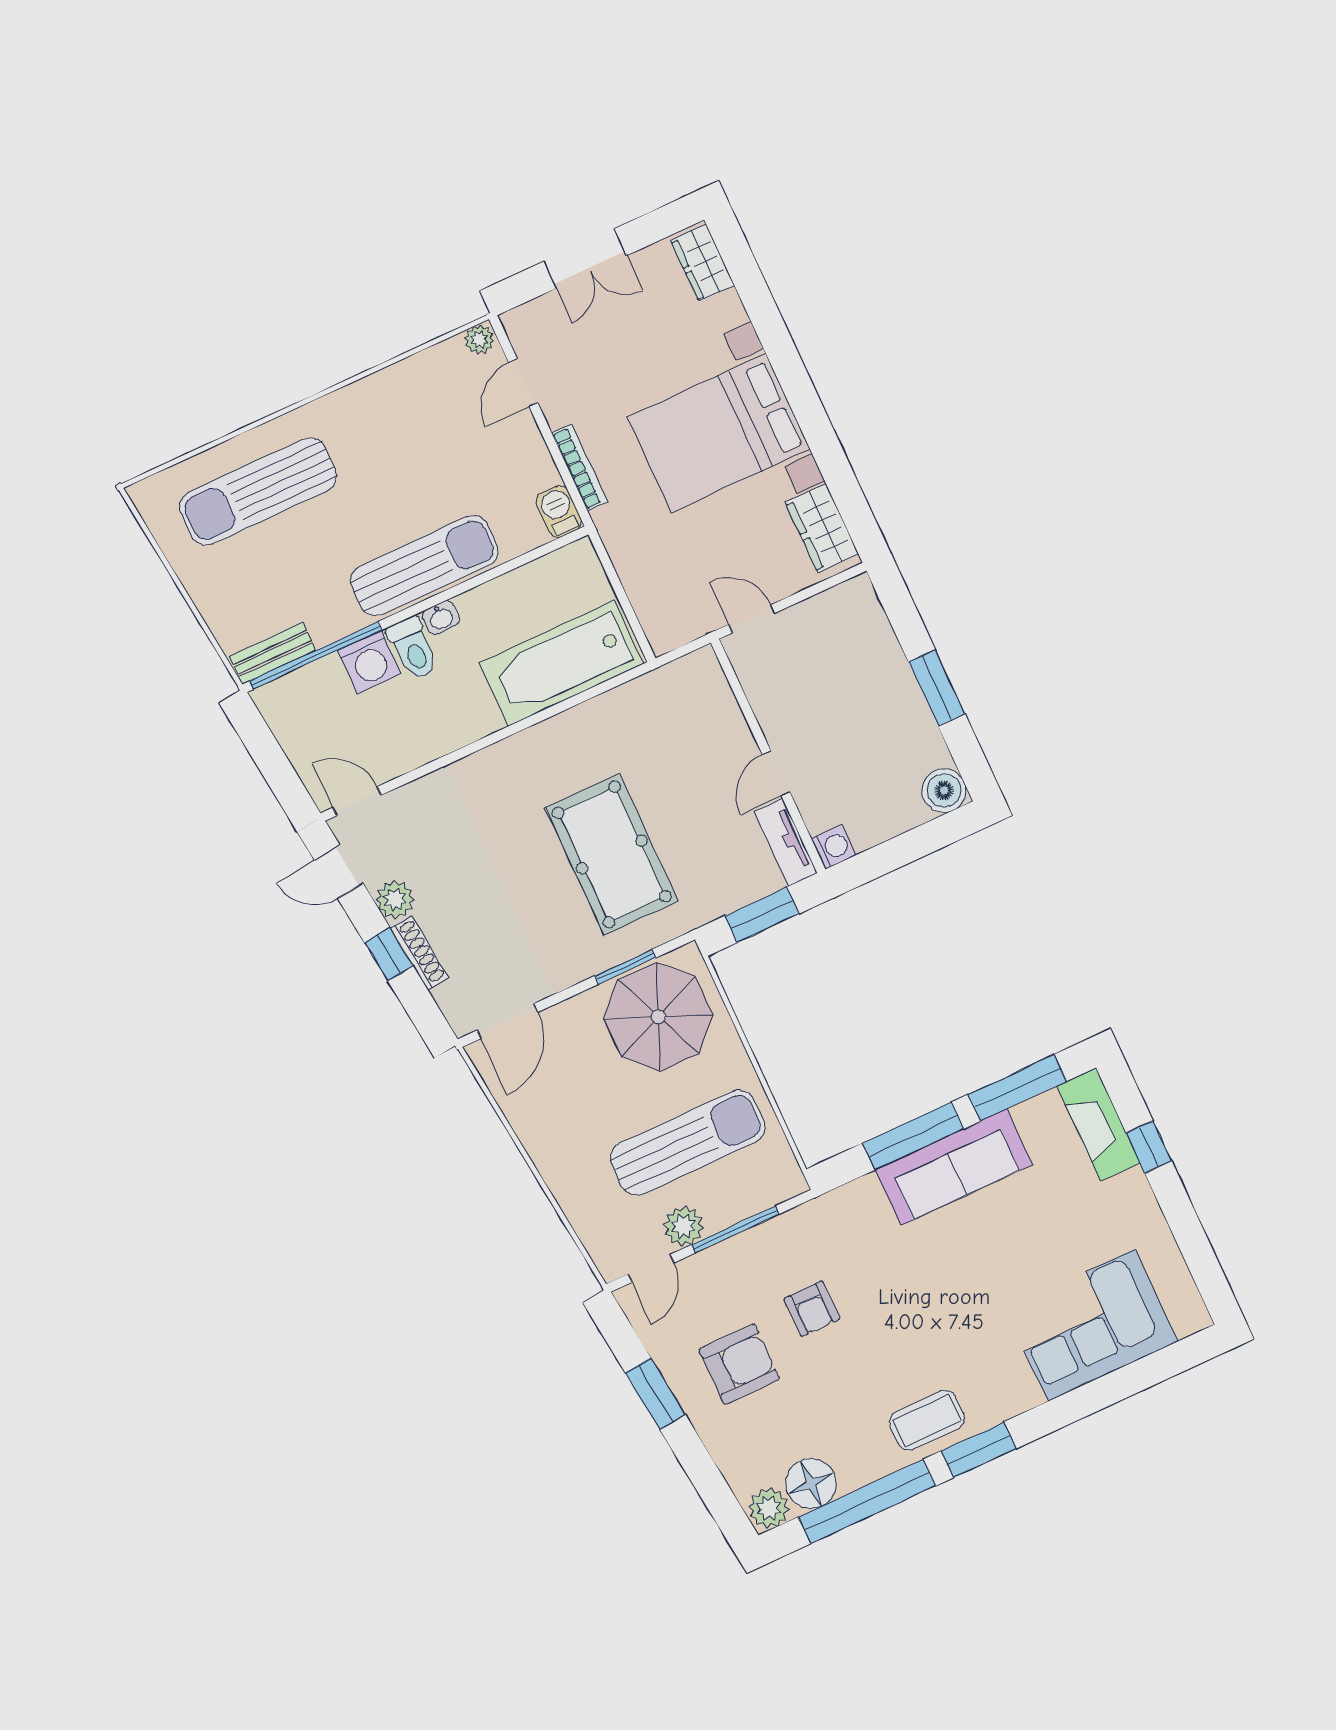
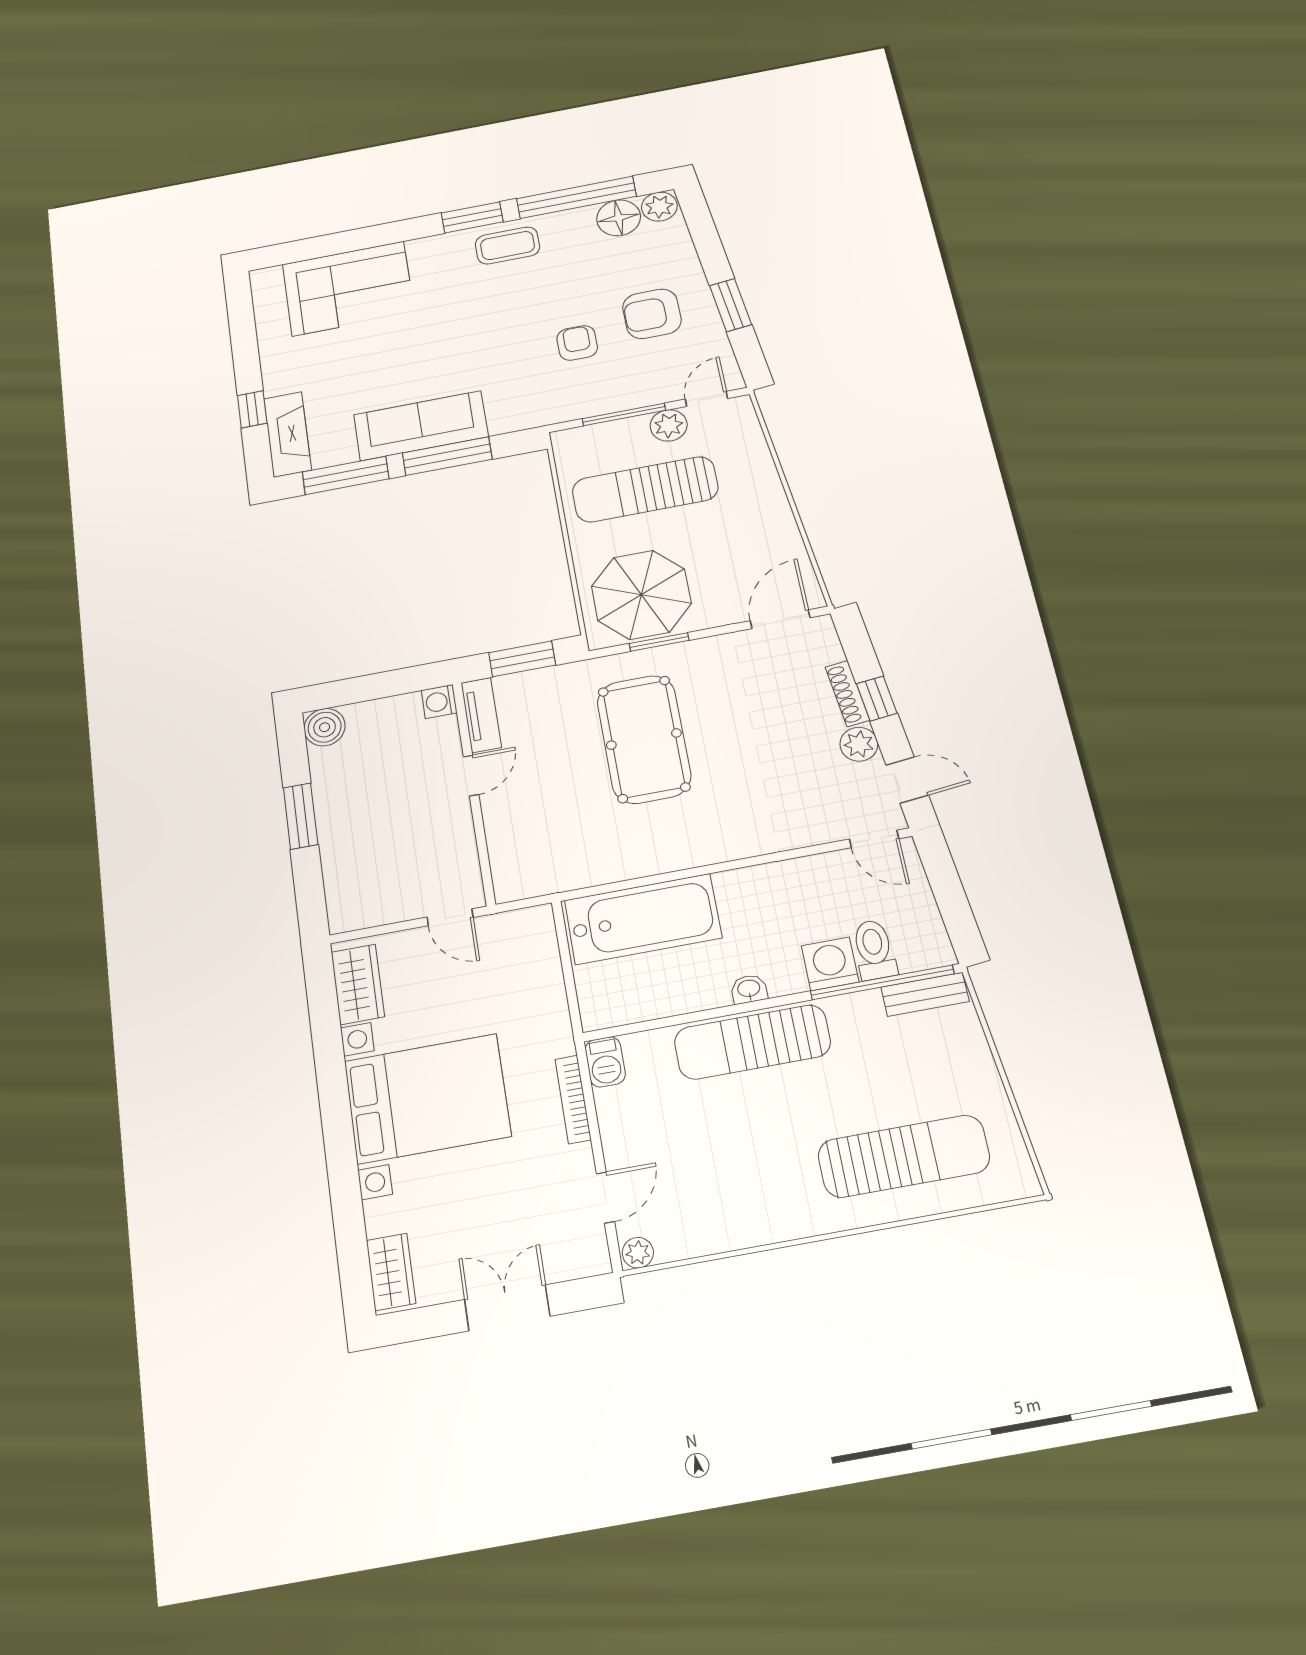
toilet: (413, 649) -> (874, 950), moved

